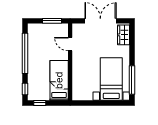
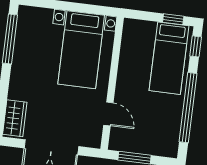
bed with nightstands: (111, 79) -> (81, 50), moved
bed: (59, 80) -> (169, 58), moved

